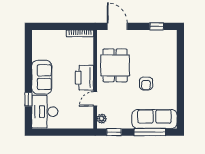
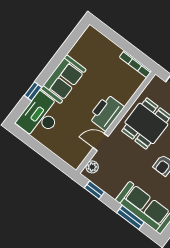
window: (150, 132) -> (130, 217), width x0.69

